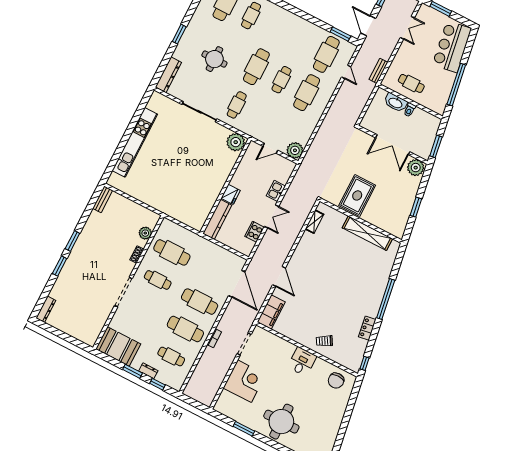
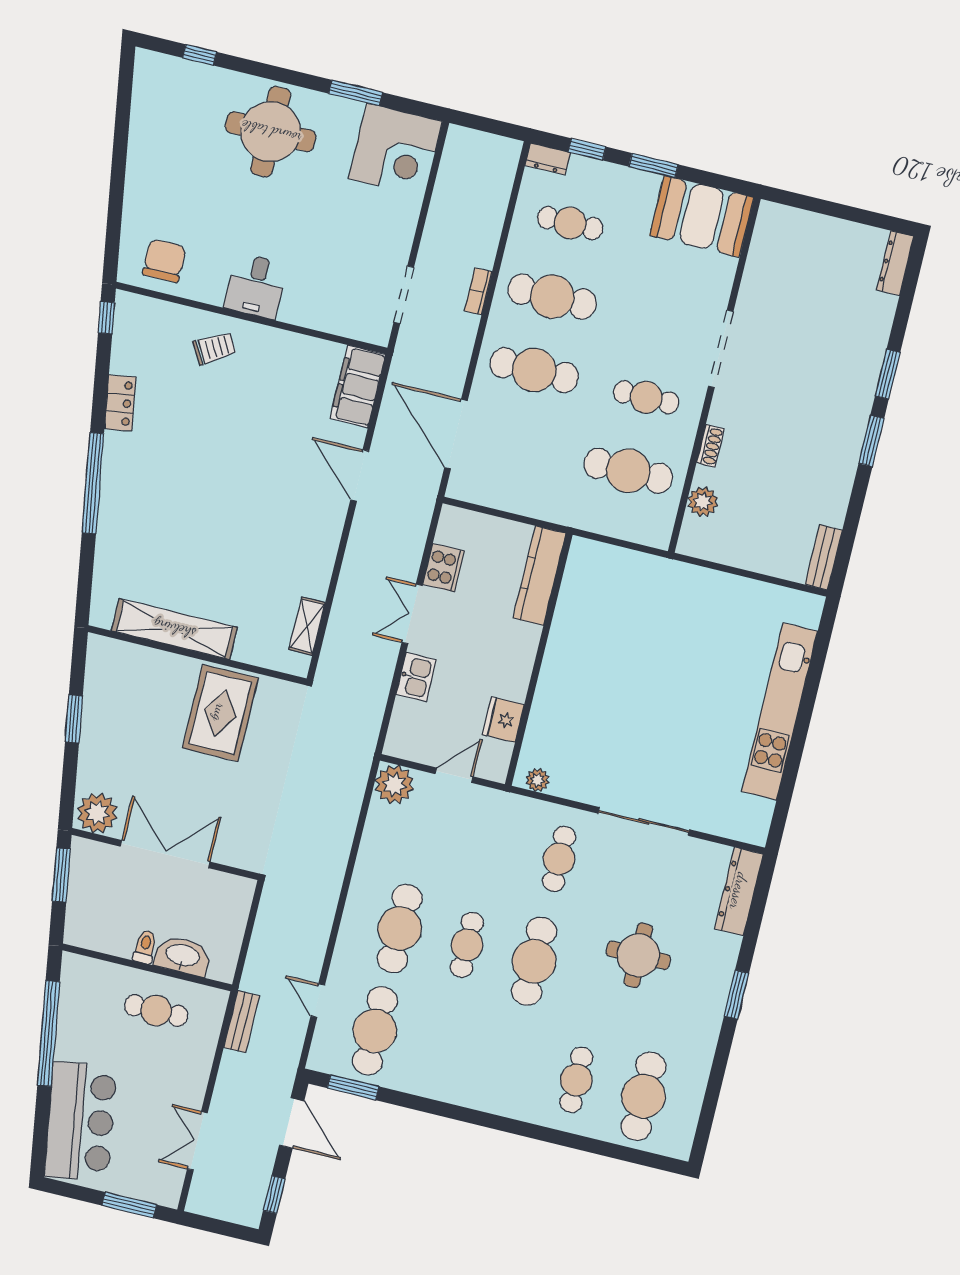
plant: (236, 142) -> (538, 780), width x0.53, depth x0.53
fridge: (231, 194) -> (503, 720), moved
dresser: (148, 371) -> (548, 159), moved
corner desk: (244, 381) -> (395, 150), moved, turned -90

